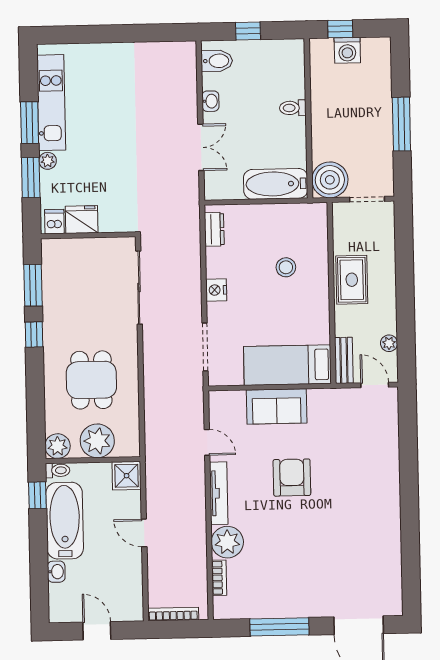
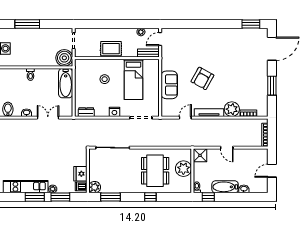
window: (401, 124) -> (27, 24), moved
window: (34, 334) -> (150, 197), moved
bed: (287, 365) -> (133, 79), moved
dining table: (91, 380) -> (155, 171), width x1.38
plant: (58, 446) -> (95, 187), moved
armchair: (292, 478) -> (202, 78), turned -61
bathtub: (65, 521) -> (225, 187), width x0.73, depth x0.73
door: (144, 533) -> (227, 148), hinge flipped
window: (411, 579) -> (251, 24), added
window: (279, 627) -> (272, 86), width x0.69

